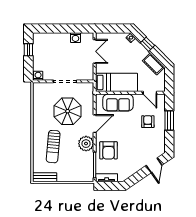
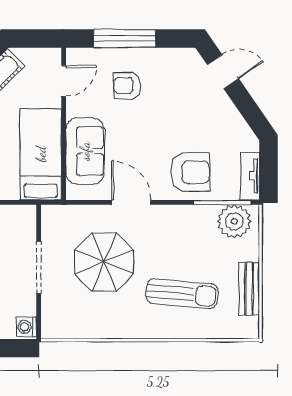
window: (169, 121) -> (125, 39), width x1.44
plant: (86, 144) -> (234, 221), moved
bench: (45, 177) -> (249, 289), moved

